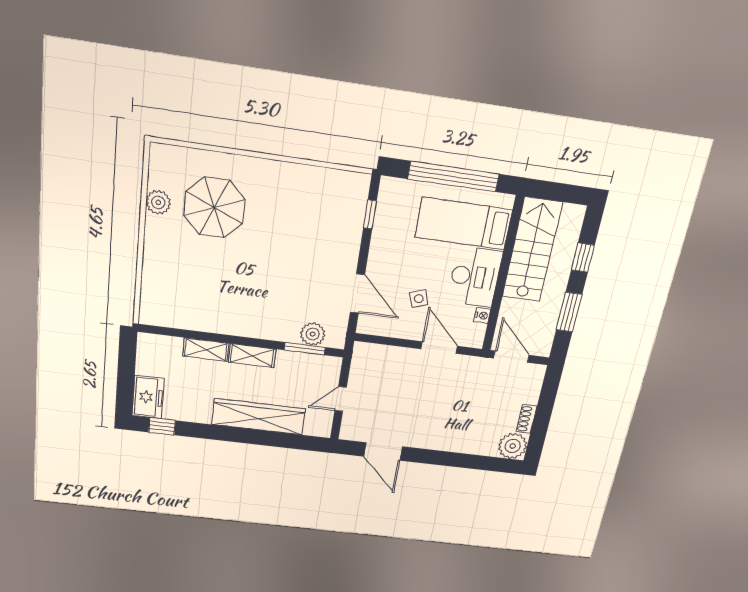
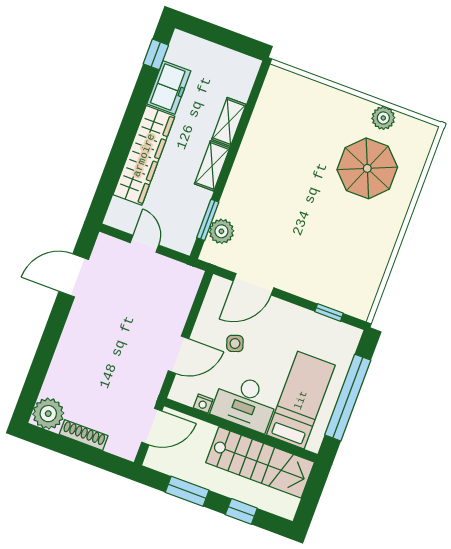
freezer: (148, 397) -> (169, 87), moved, turned -90
shoe rack: (526, 419) -> (84, 435), width x1.43

